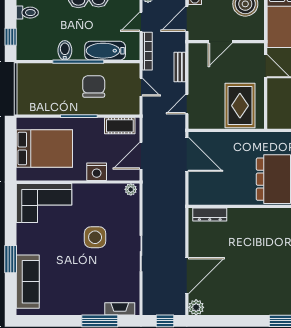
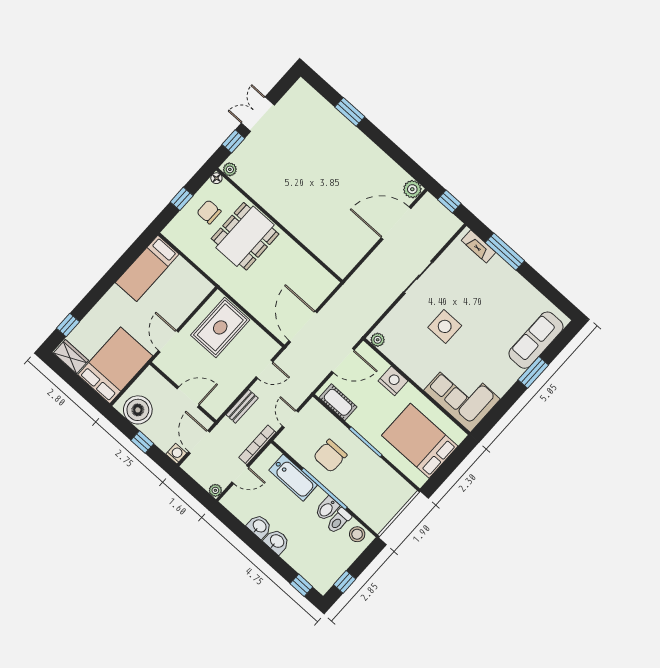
toilet: (27, 13) -> (339, 521), moved, turned -90
door: (187, 19) -> (199, 442), swing flipped
window: (11, 37) -> (345, 582), moved
stool: (30, 51) -> (357, 534), added
dresser: (210, 214) -> (329, 258), removed

